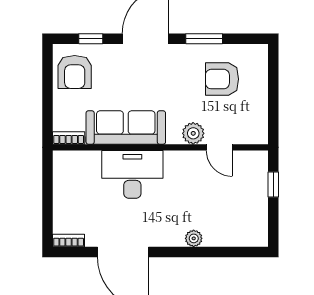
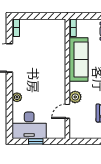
desk: (132, 174) -> (29, 125), moved, turned 90
window: (273, 184) -> (36, 141), moved

